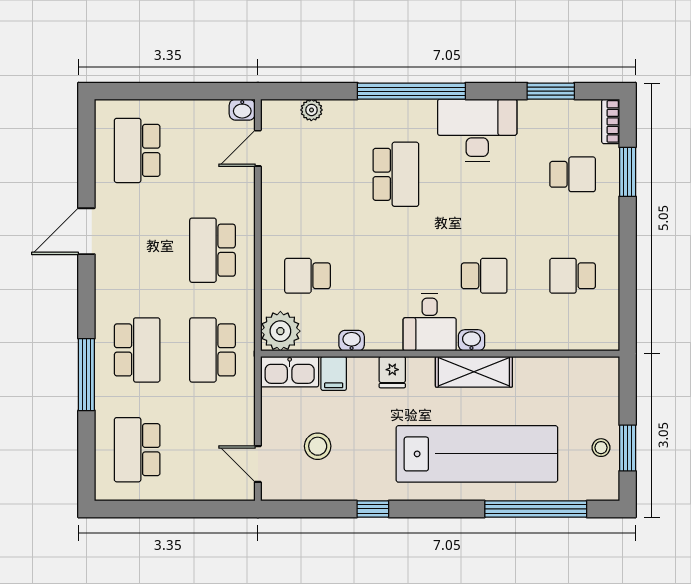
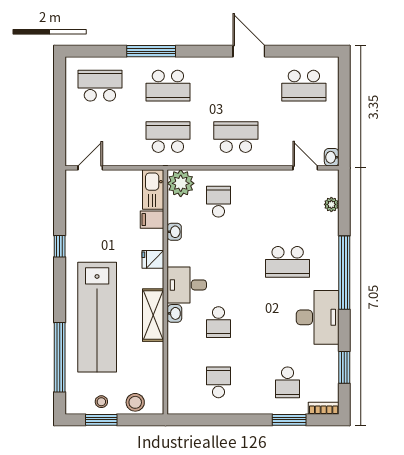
school desk: (137, 150) -> (304, 86), turned 180
stool: (318, 446) -> (135, 402), moved

